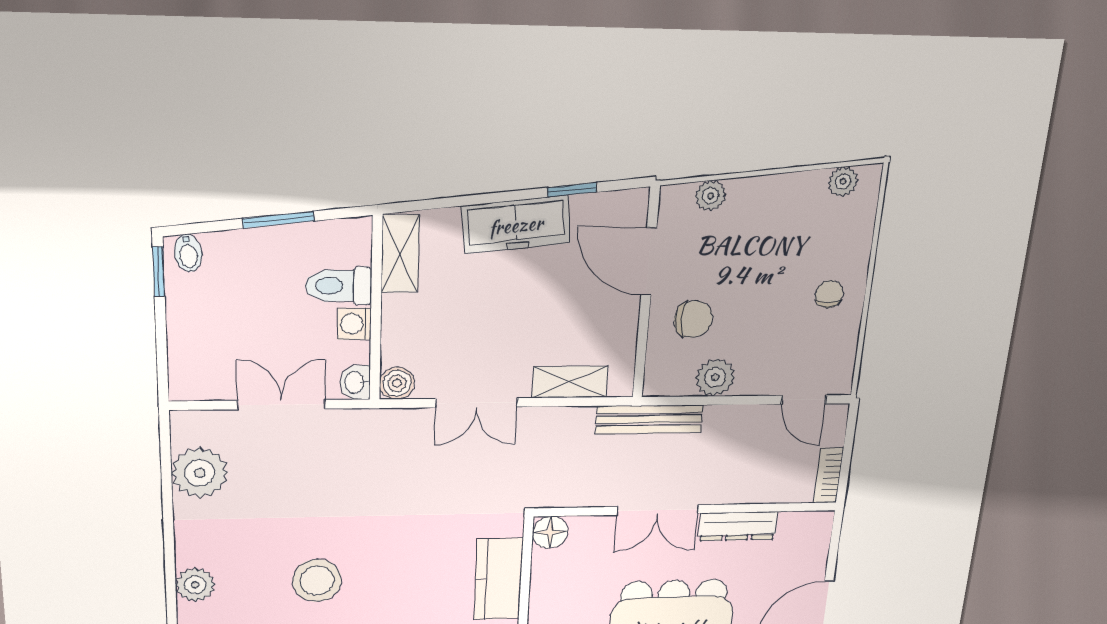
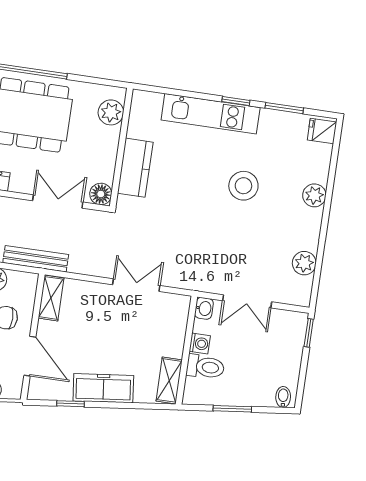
window: (159, 272) -> (309, 333), moved
shelving: (570, 382) -> (51, 298), moved, turned 90
boiler: (397, 383) -> (180, 304), removed
plant: (200, 473) -> (304, 263), width x0.73, depth x0.73
double door: (658, 510) -> (58, 201), moved

